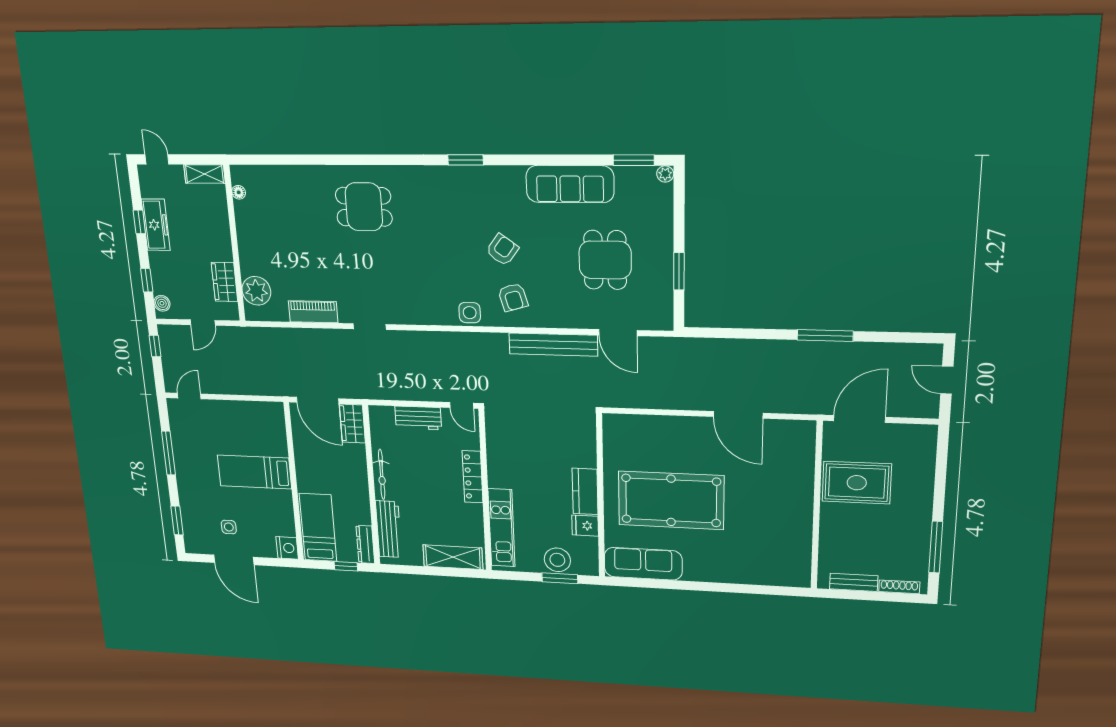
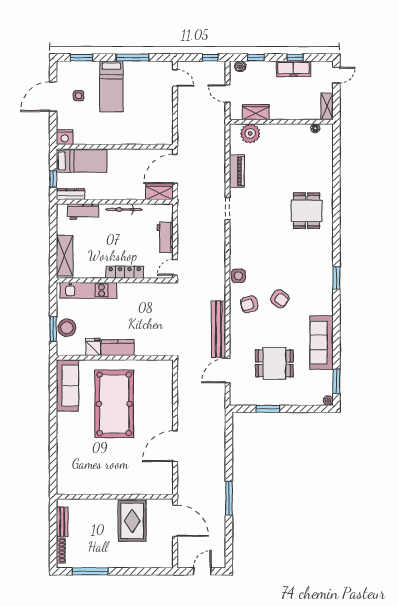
bed: (255, 472) -> (111, 86), moved, turned 180
workbench: (389, 529) -> (83, 212), width x0.73

